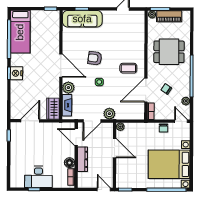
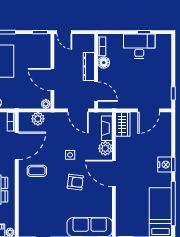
plant: (109, 114) -> (38, 119), moved
door: (92, 121) -> (78, 110), swing flipped

